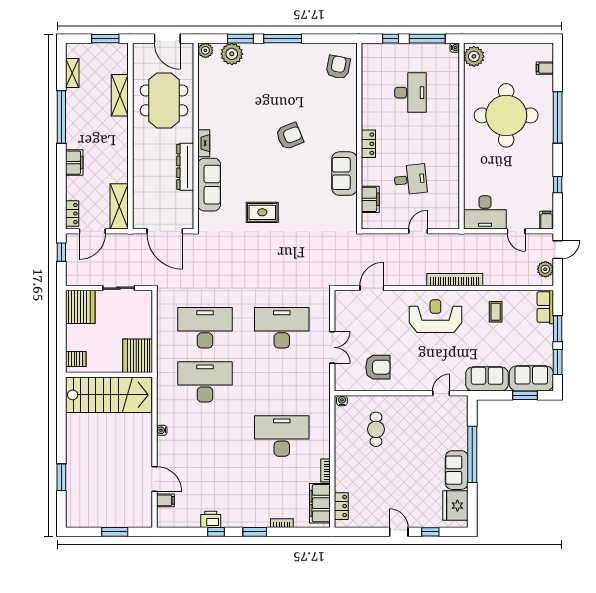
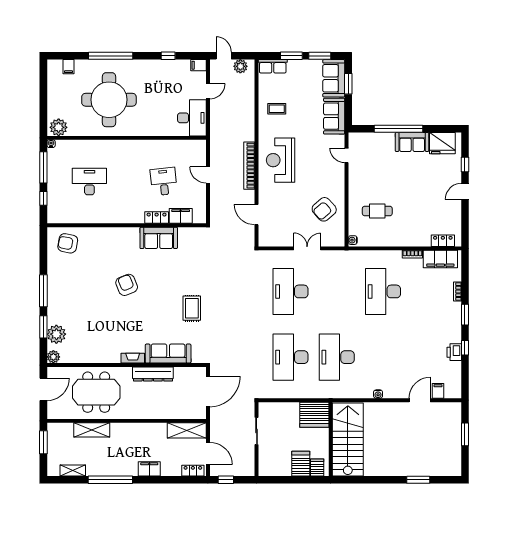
locker: (368, 144) -> (157, 218), moved
bookcase: (455, 280) -> (249, 166), moved
server rack: (80, 307) -> (301, 464), moved, width x0.62
armchair: (378, 367) -> (324, 209), turned -131

